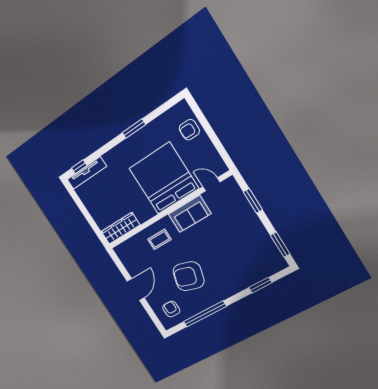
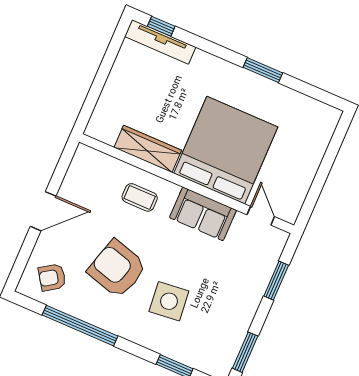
armchair: (189, 130) -> (309, 143), removed
wardrobe: (120, 228) -> (148, 149), moved
side table: (224, 263) -> (169, 301), added
armchair: (171, 309) -> (52, 277), turned -124

